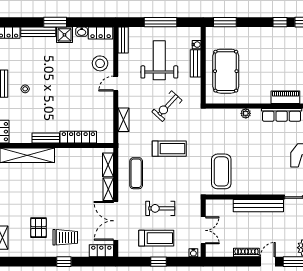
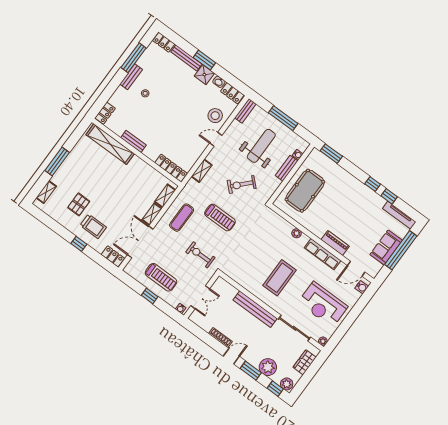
locker: (78, 137) -> (171, 168), moved
coffee table: (221, 171) -> (280, 278), moved
exercise bike: (160, 208) -> (200, 255), moved

